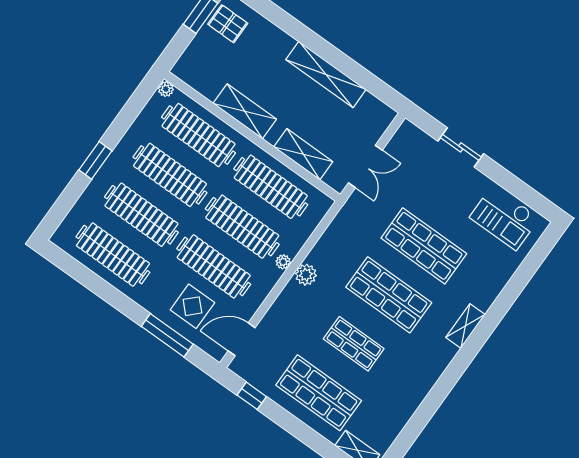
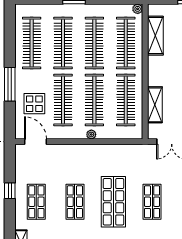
shelving: (245, 111) -> (155, 36), moved
shop shelf: (424, 246) -> (152, 202), width x0.70, depth x0.74
plant: (306, 275) -> (93, 151), removed
window: (167, 335) -> (10, 84), moved
shop shelf: (319, 393) -> (36, 202), width x0.70, depth x0.74
window: (252, 396) -> (10, 191), moved

